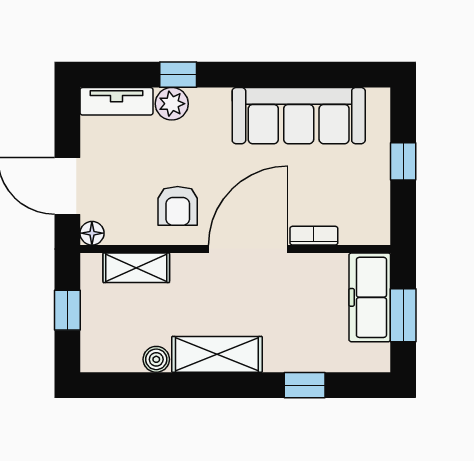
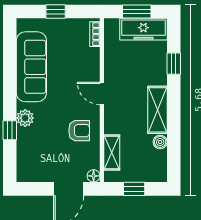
tv unit: (116, 101) -> (24, 163), removed
plant: (172, 104) -> (25, 118), moved
bookcase: (314, 236) -> (95, 34), moved
door: (248, 249) -> (102, 93), width x0.53
freezer: (370, 297) -> (143, 29), moved

